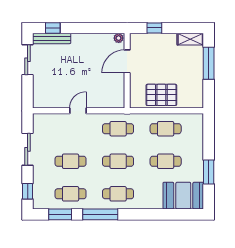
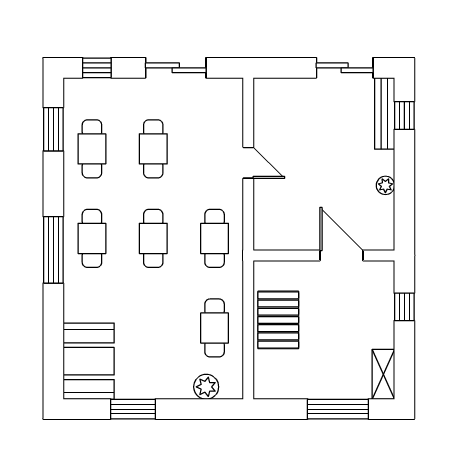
plant: (119, 38) -> (385, 185), moved
plant: (197, 133) -> (206, 387), added
cafe table: (166, 161) -> (153, 328), removed
window: (100, 214) -> (53, 250), moved

